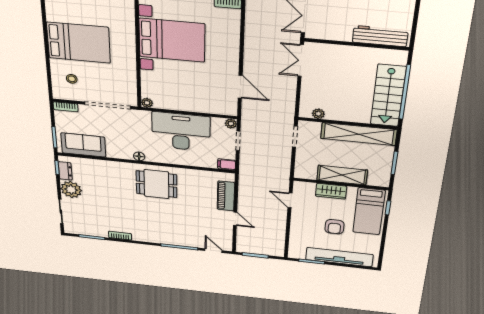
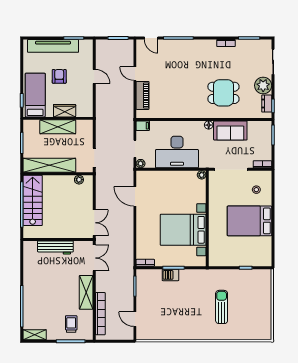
workbench: (380, 36) -> (55, 247), moved
sofa: (83, 145) -> (230, 130), moved
dining table: (156, 184) -> (223, 93), moved
door: (290, 200) -> (94, 76), moved

